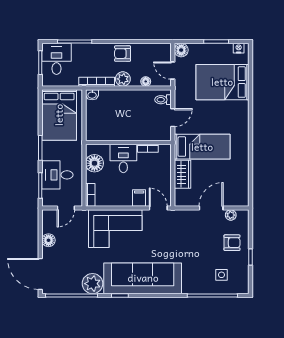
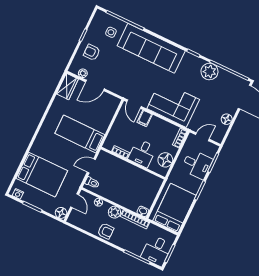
wardrobe: (183, 174) -> (67, 86), moved, turned 180
sofa: (143, 278) -> (151, 48), moved

